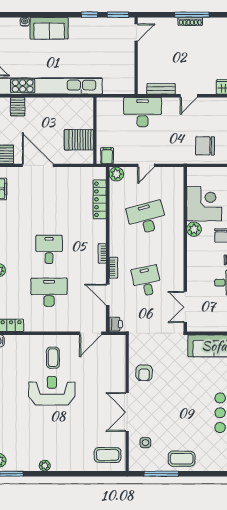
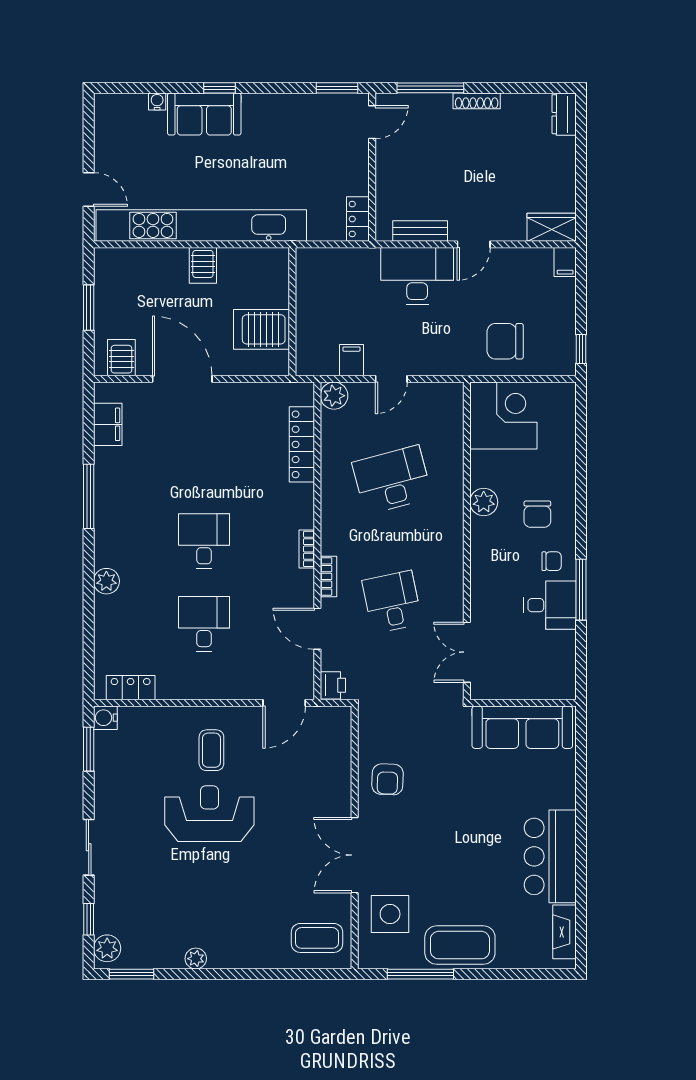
window: (90, 15) -> (219, 88), moved
window: (192, 15) -> (430, 88), moved
locker: (129, 83) -> (358, 219), added
server rack: (18, 107) -> (203, 265), moved
desk: (143, 112) -> (417, 276), moved
filing cabinet: (107, 156) -> (351, 360), moved
corner desk: (204, 204) -> (503, 416), moved
desk: (49, 292) -> (204, 624), width x0.73
side table: (145, 443) -> (390, 914), width x1.87, depth x1.87
coffee table: (182, 459) -> (460, 945), width x1.36, depth x1.32

